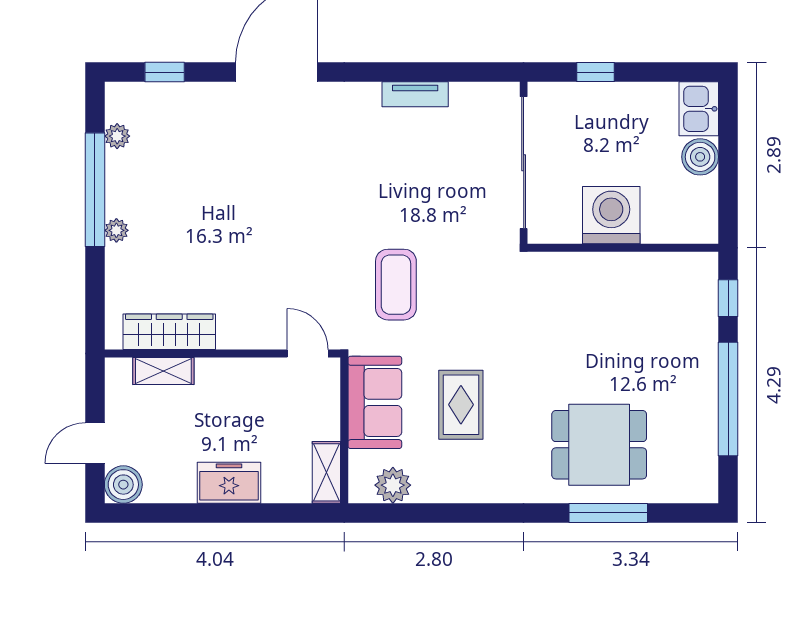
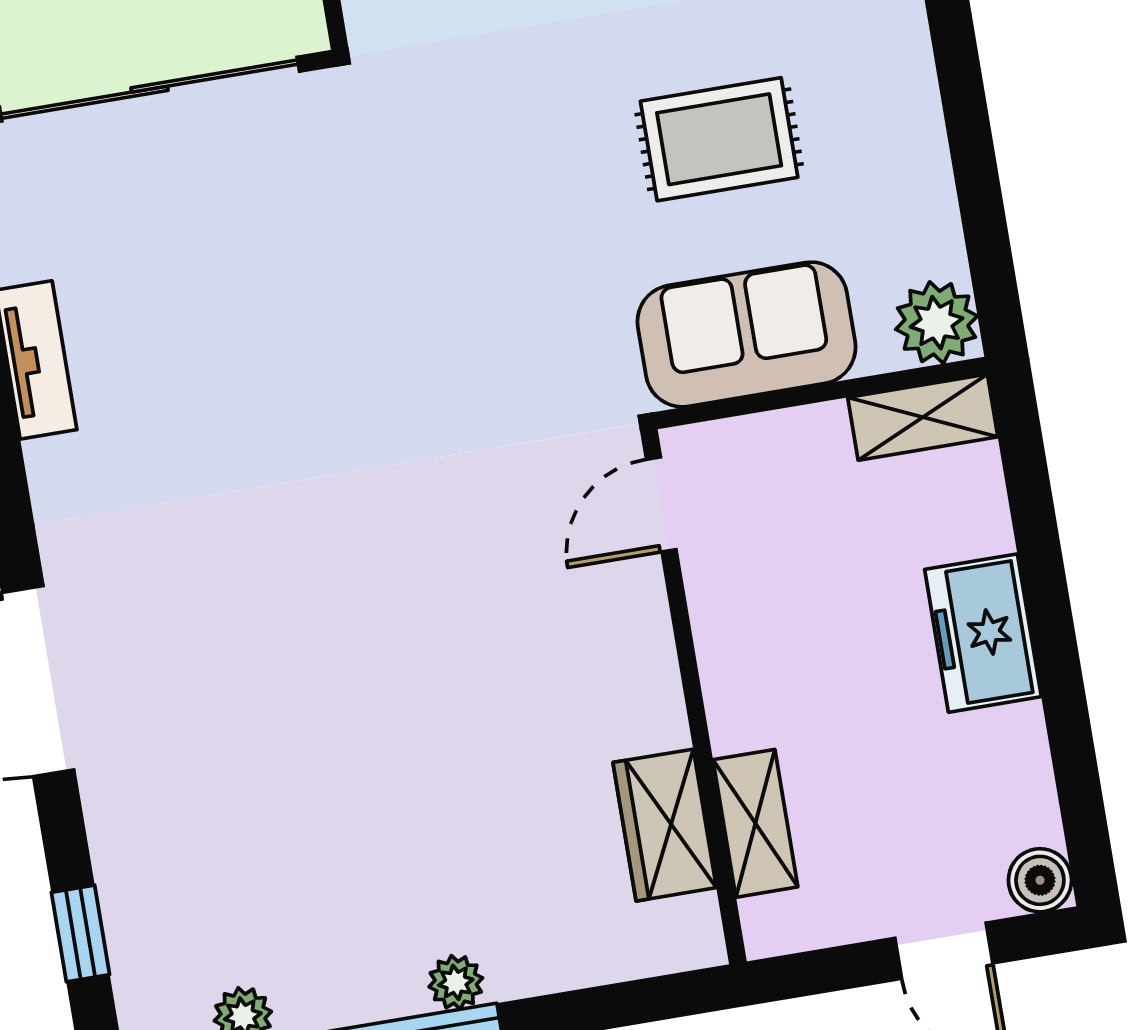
coffee table: (396, 285) -> (473, 331), removed
wardrobe: (169, 332) -> (665, 825), width x0.67
boiler: (123, 485) -> (1040, 880), width x0.73, depth x0.73
plant: (393, 485) -> (937, 323), moved

